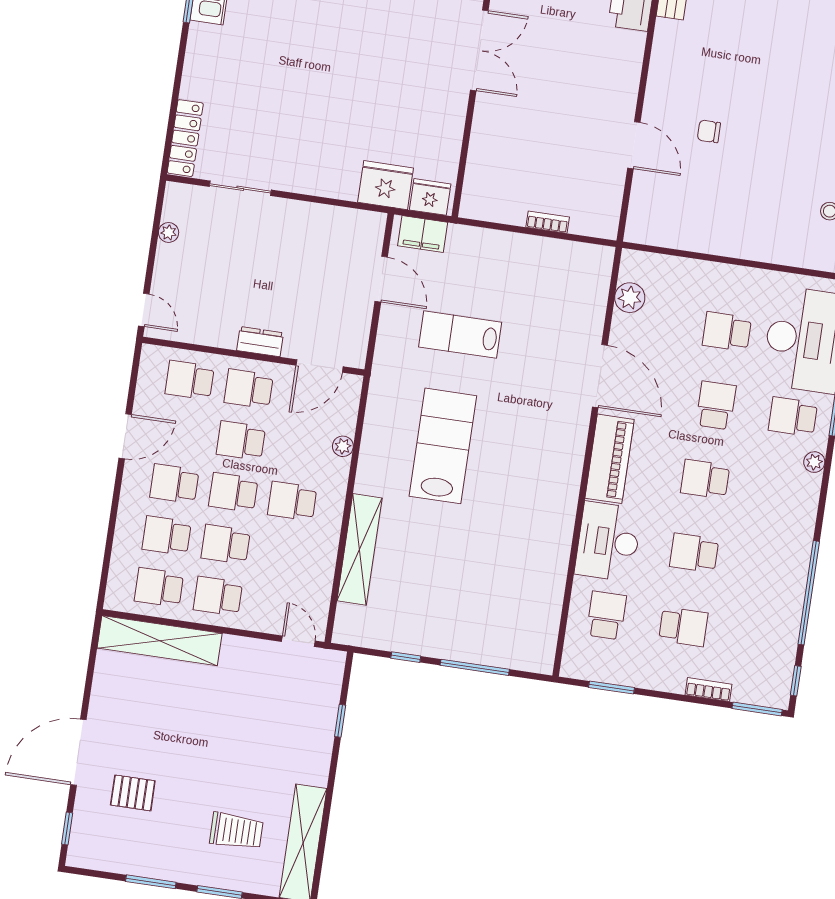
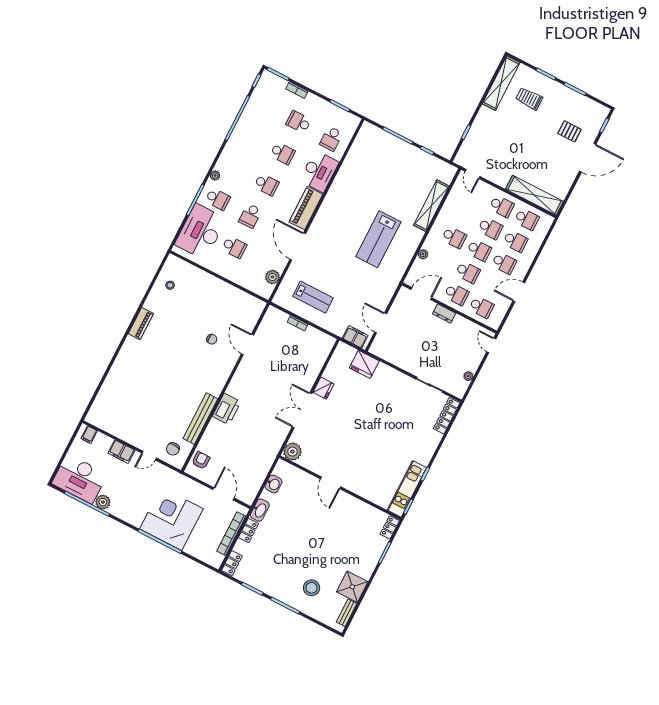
fridge: (430, 197) -> (324, 388), moved, turned -90
lab bench: (460, 335) -> (313, 297), moved

